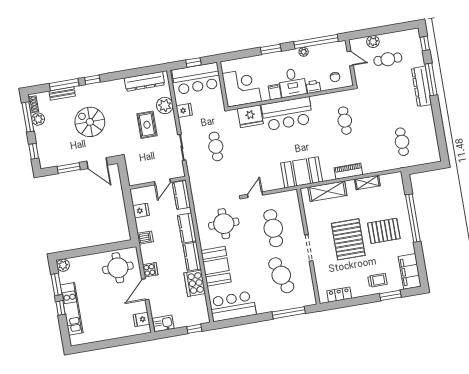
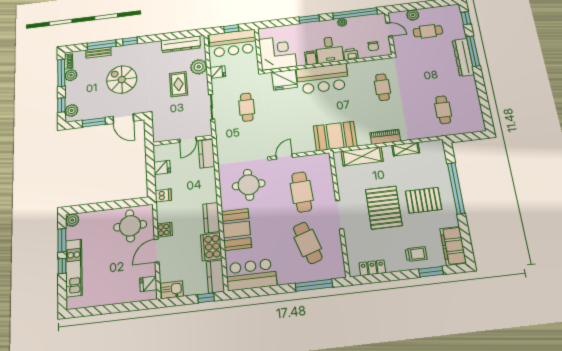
plant: (45, 157) -> (72, 110), added
kitchen counter: (187, 228) -> (215, 277), moved

